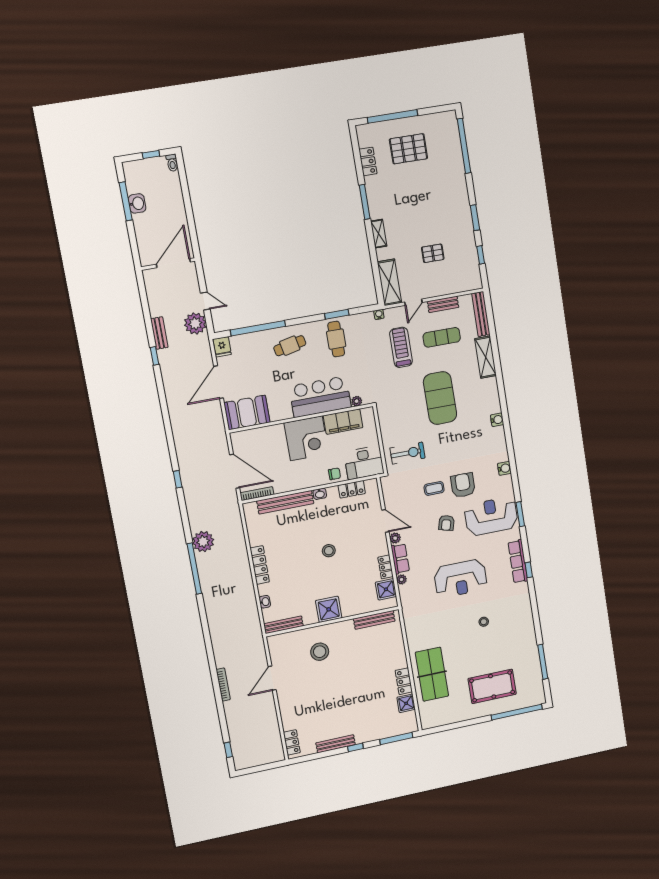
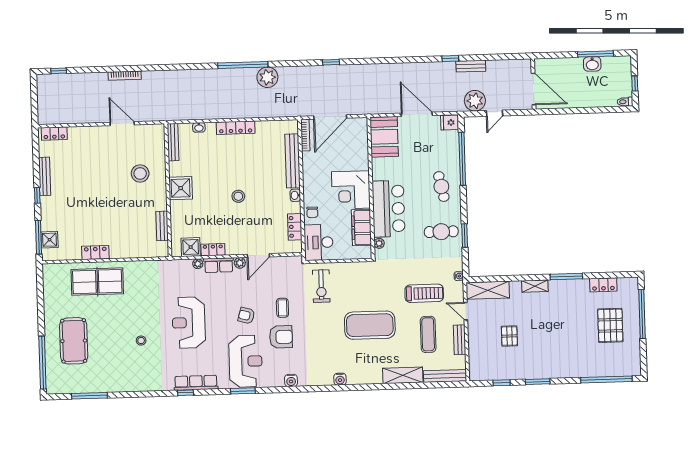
bench: (374, 620) -> (162, 226), width x0.73
shower: (406, 703) -> (50, 240), moved

